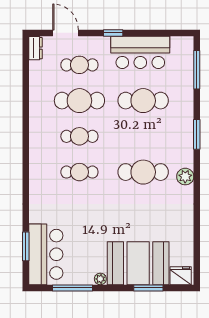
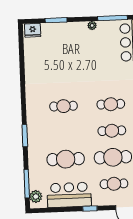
cafe table: (143, 172) -> (64, 106), width x0.73, depth x0.74
plant: (185, 177) -> (36, 196), moved
booth: (138, 263) -> (64, 38), removed

